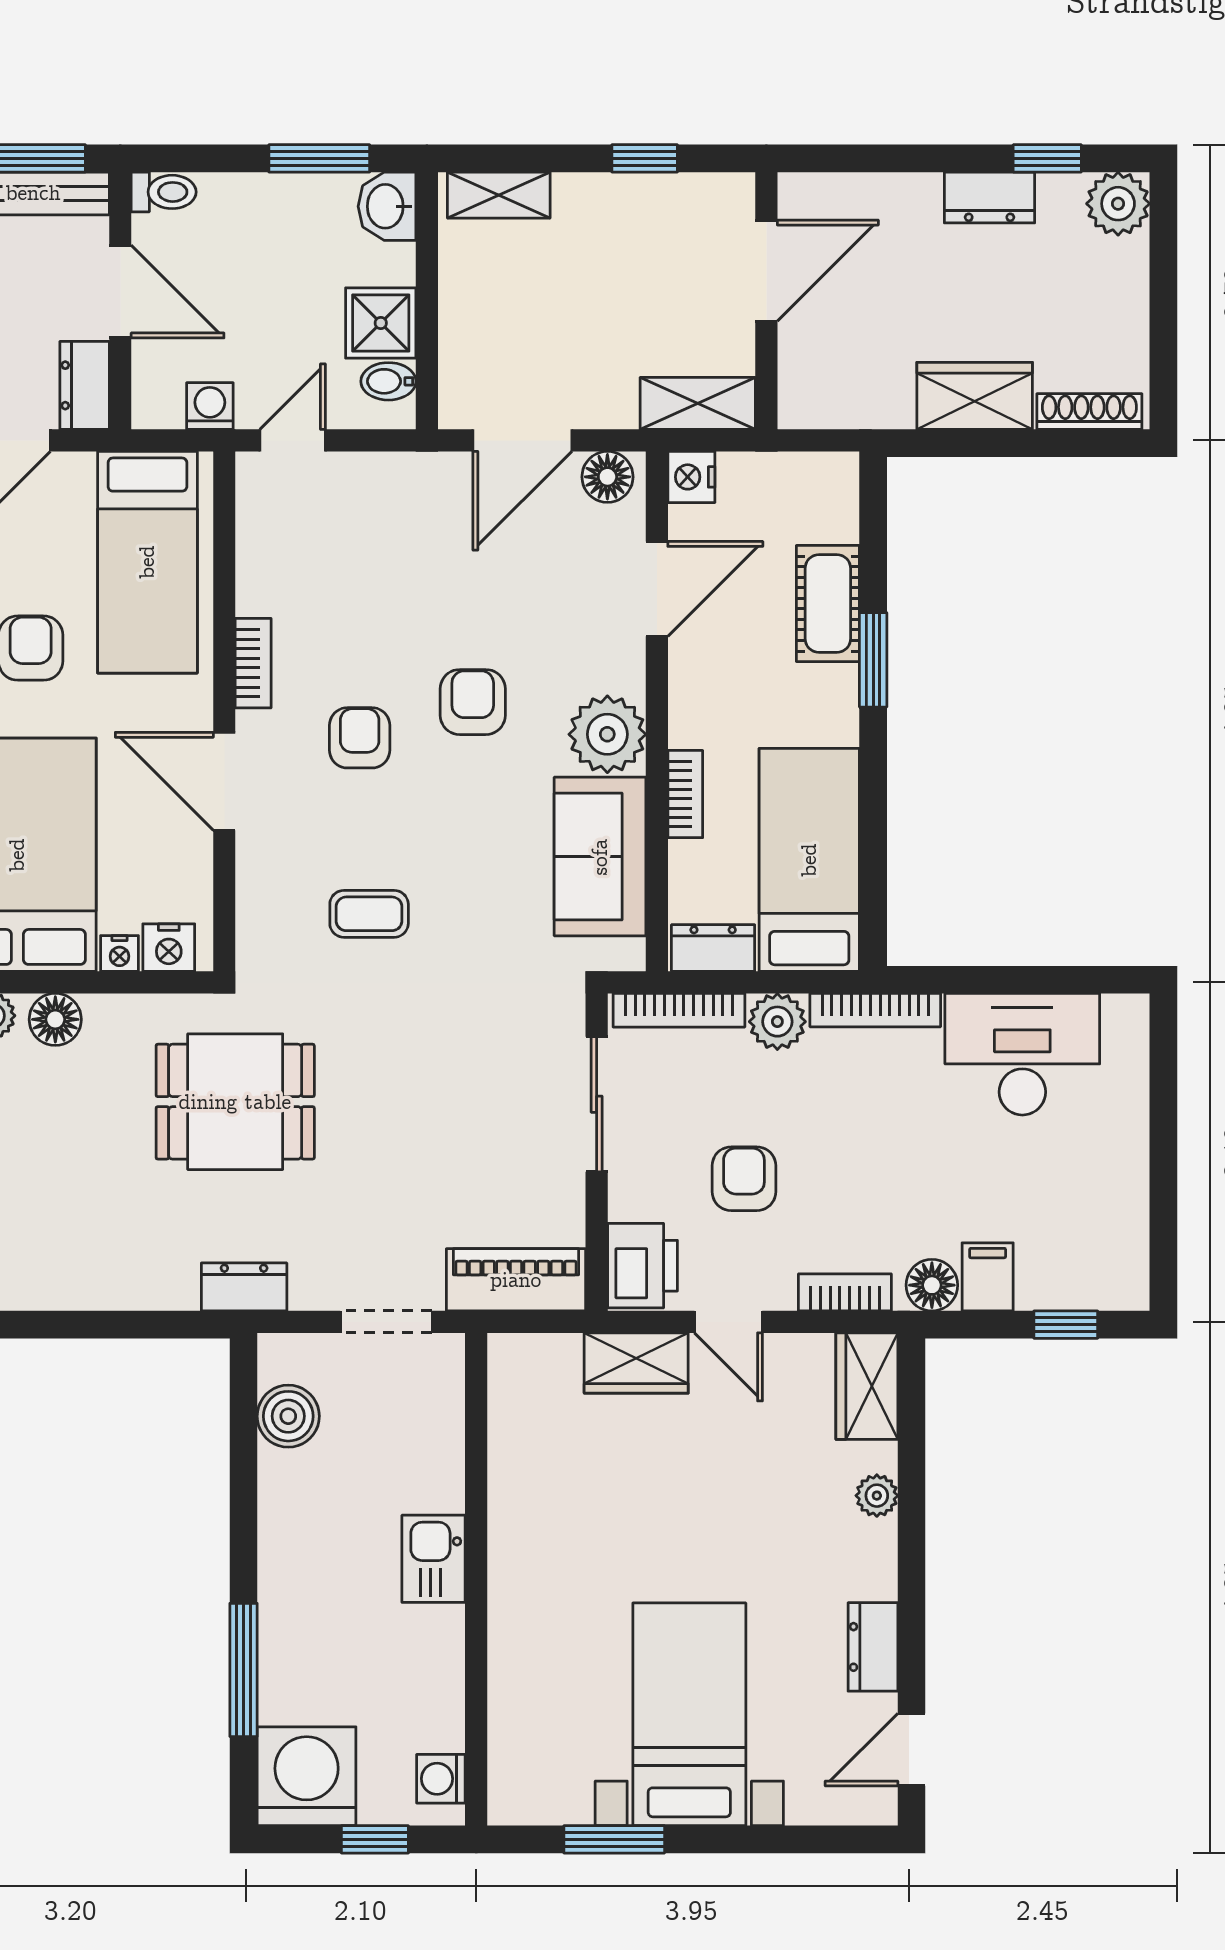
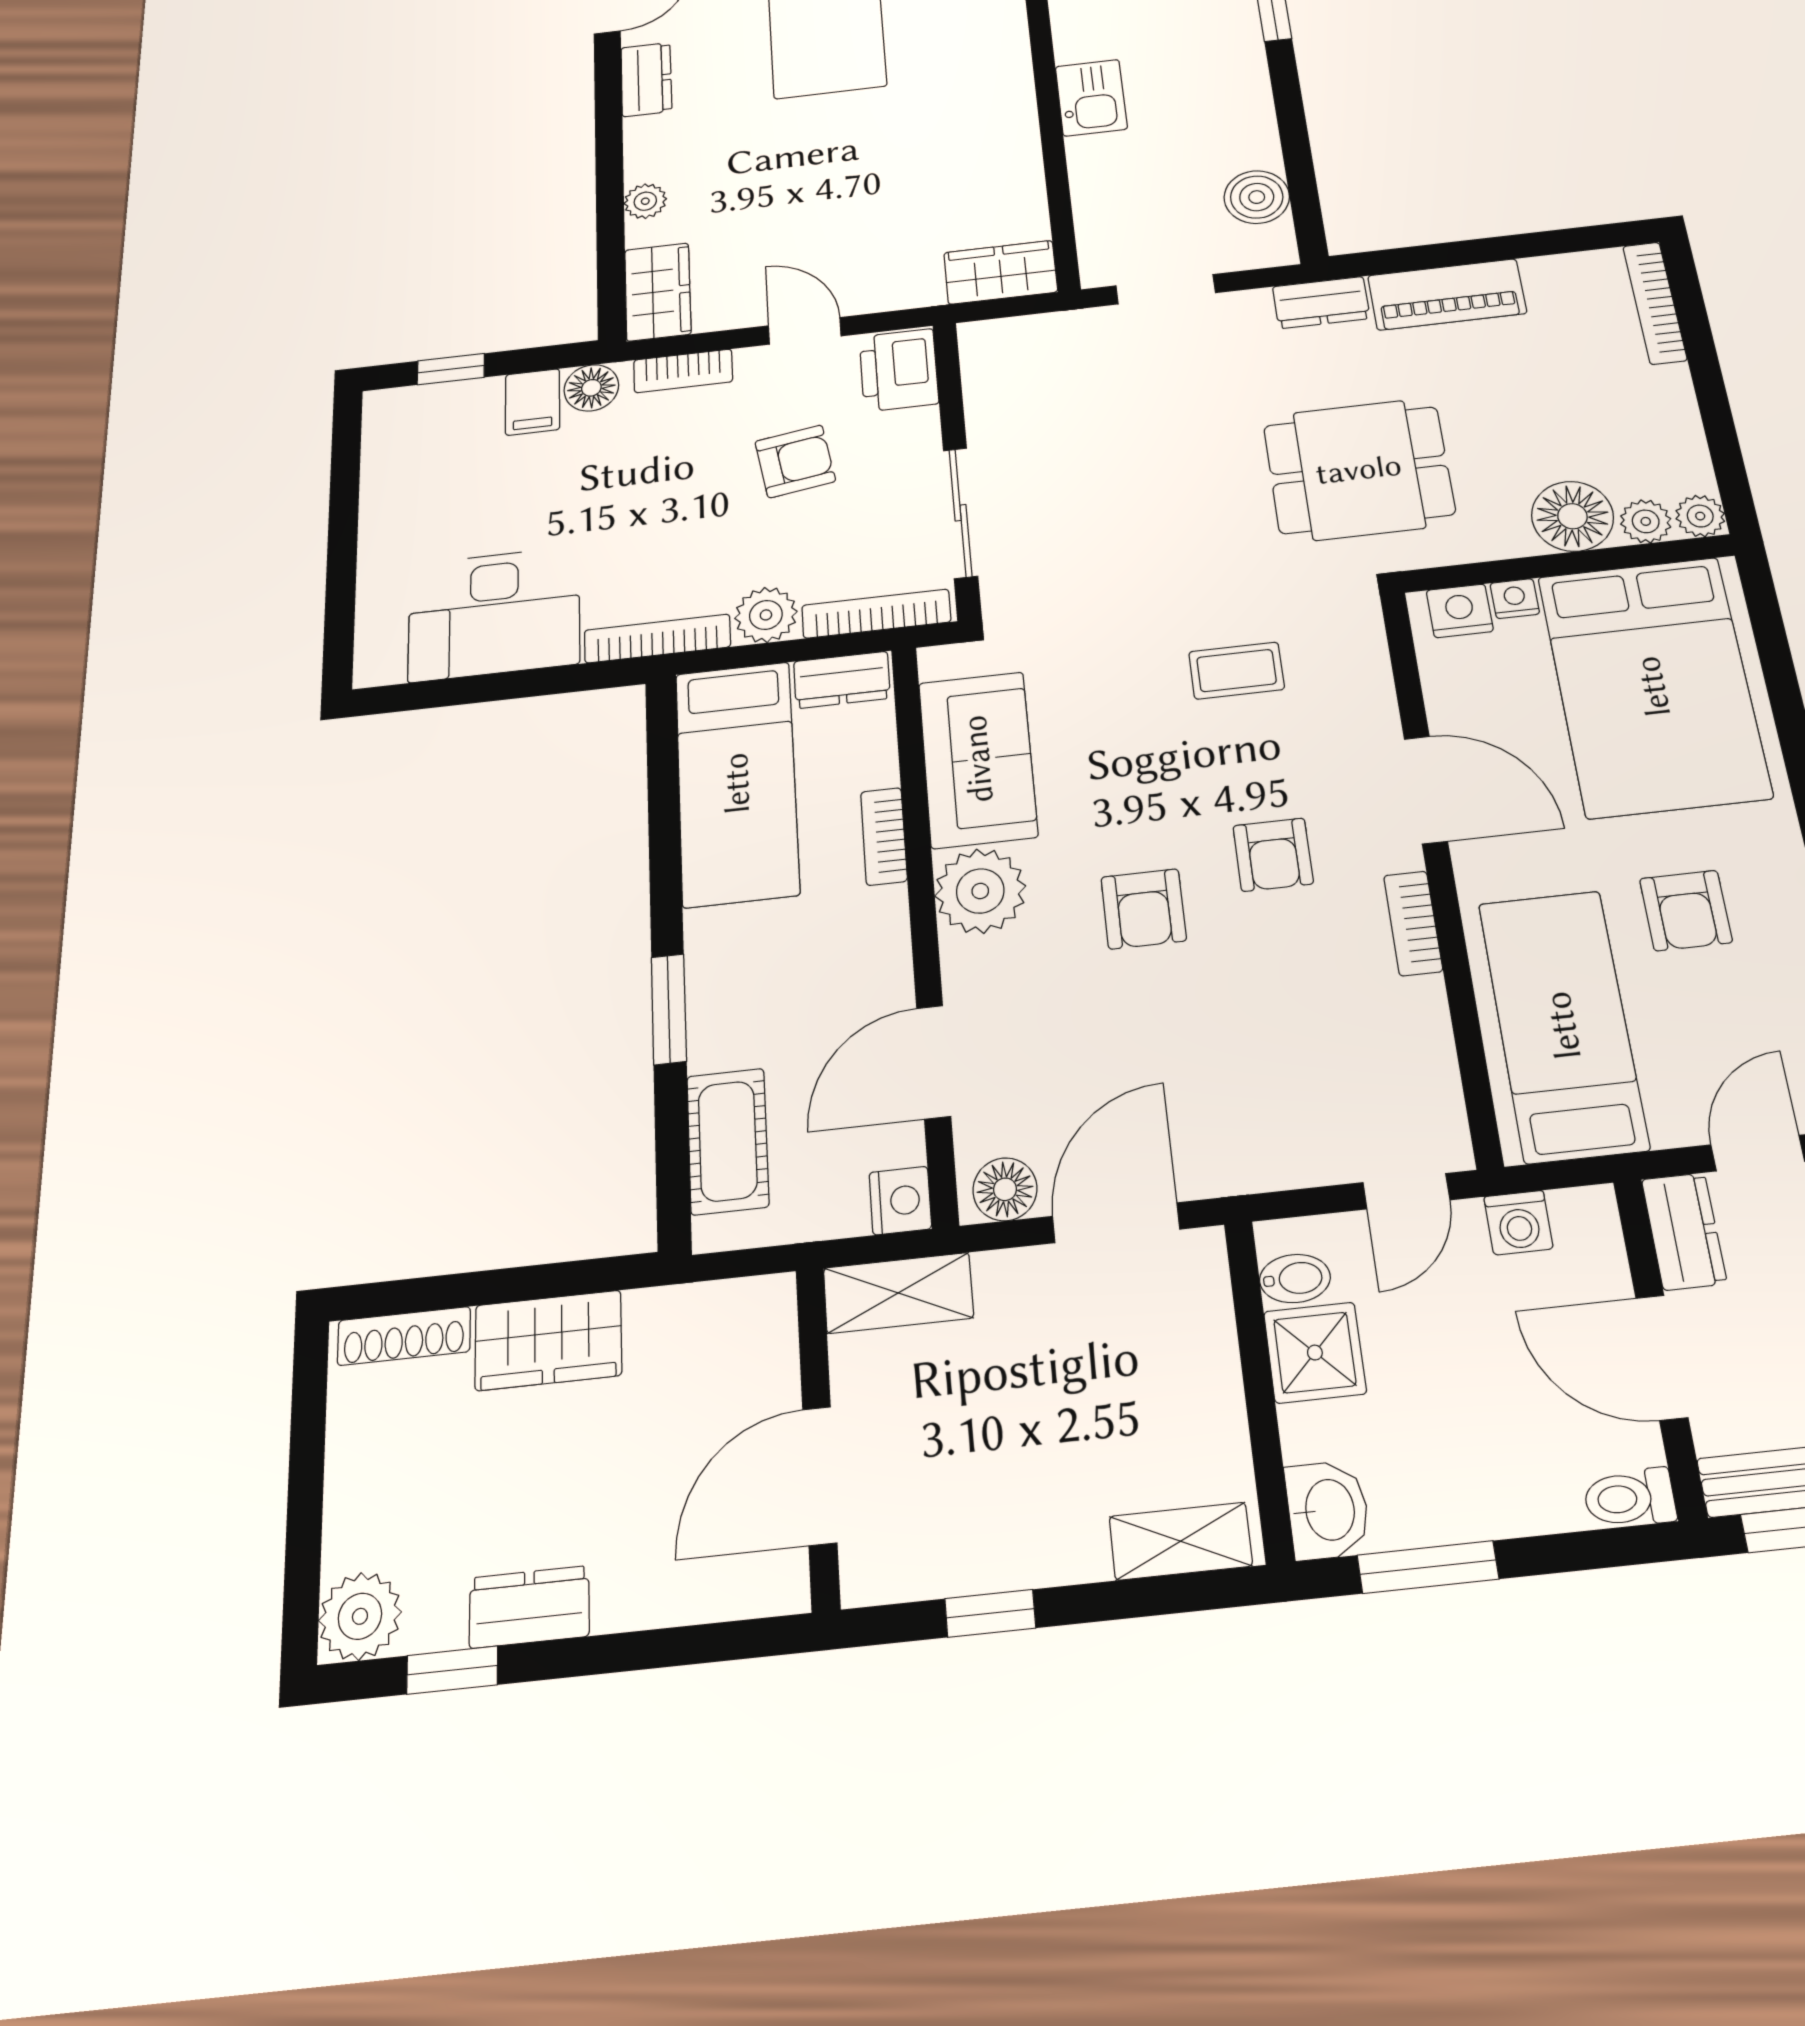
cot: (828, 604) -> (728, 1141), moved
floor lamp: (55, 1019) -> (1572, 516), width x1.38, depth x1.38
armchair: (744, 1179) -> (795, 461), turned -99
piano: (516, 1280) -> (1447, 294), moved
wardrobe: (636, 1363) -> (1001, 272), moved

